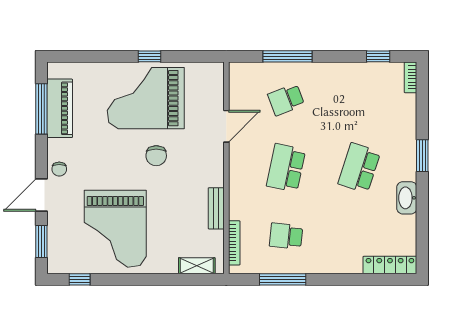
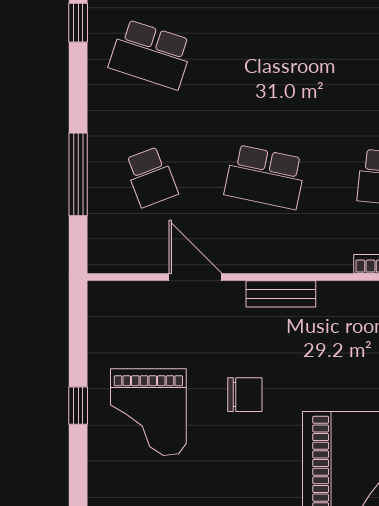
grand piano: (146, 98) -> (148, 412), width x0.73, depth x0.68
school desk: (359, 168) -> (151, 54), moved
bench: (216, 208) -> (281, 294), moved

